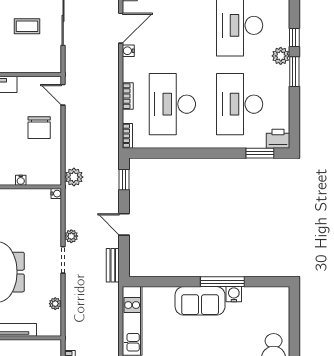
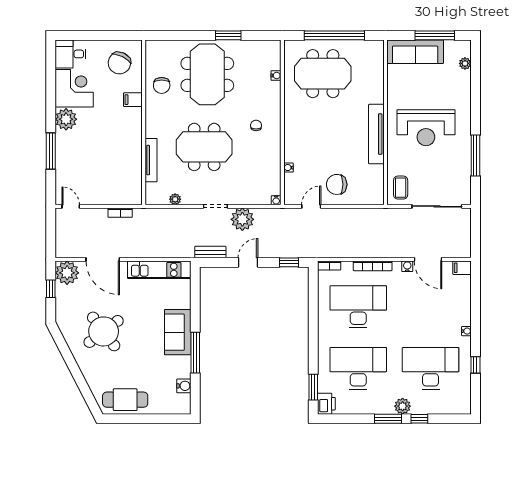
coffee table: (27, 26) -> (401, 188), moved
door: (63, 95) -> (311, 206), moved
bookcase: (128, 96) -> (373, 266), width x1.56
plant: (74, 177) -> (291, 216), removed
plant: (71, 236) -> (242, 219), width x1.88, depth x1.88
water cooler: (234, 294) -> (184, 386), moved

